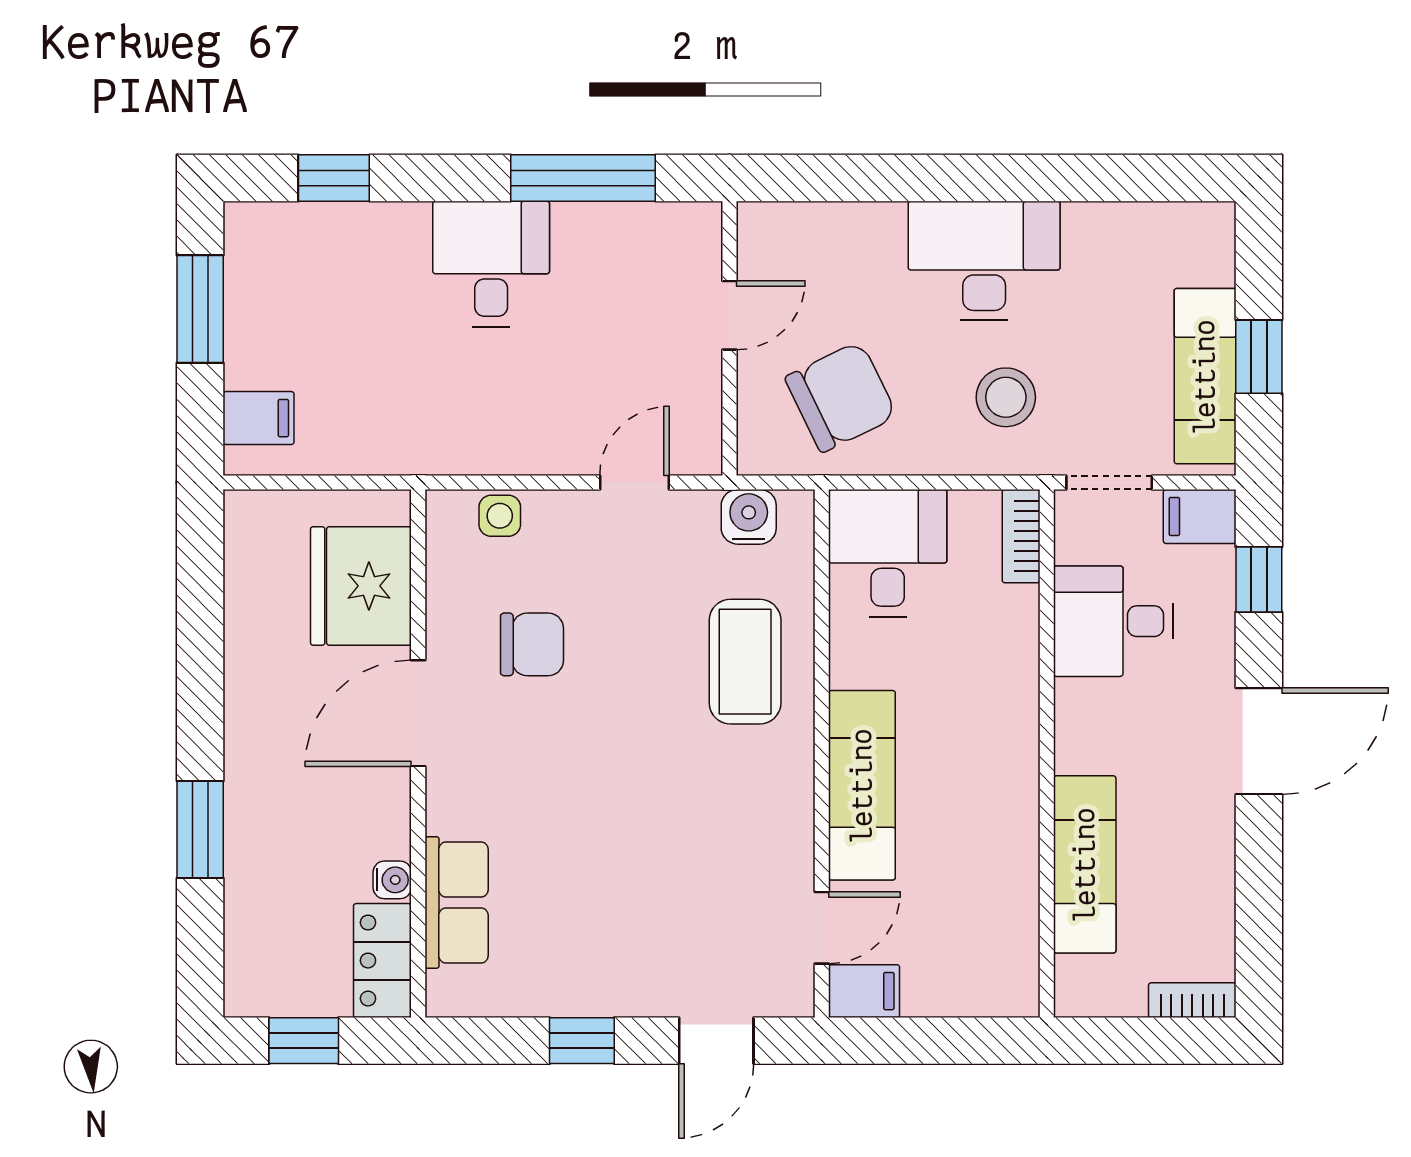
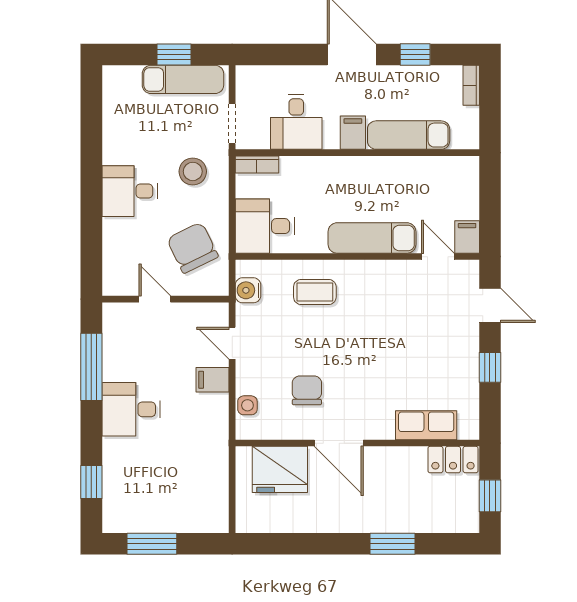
desk: (984, 261) -> (130, 191), width x0.73
filing cabinet: (259, 418) -> (213, 380), moved, turned -90
filing cabinet: (1200, 516) -> (353, 133), moved, turned 180
window: (1259, 580) -> (415, 55), moved
coffee table: (745, 662) -> (315, 292), width x0.73, depth x0.77
water cooler: (392, 880) -> (416, 455), removed

